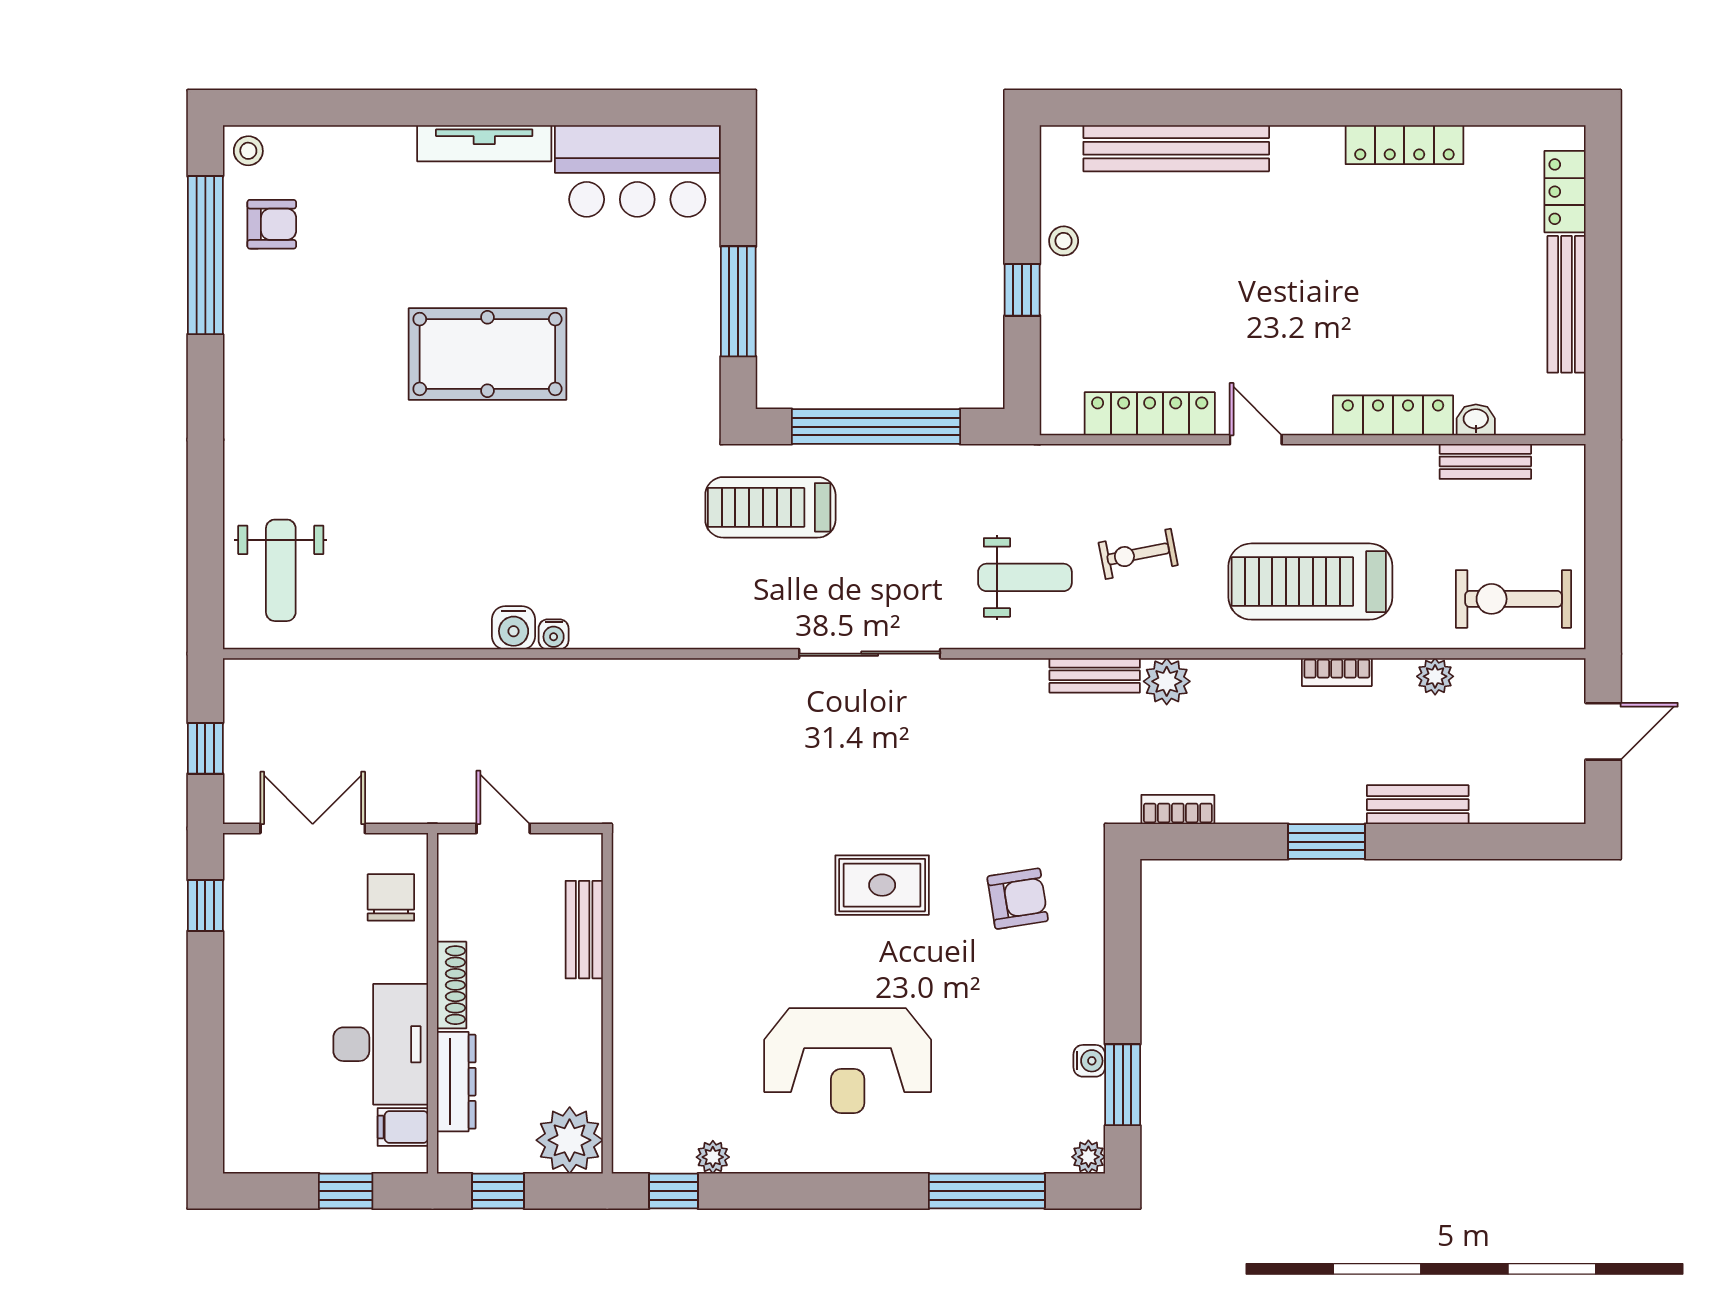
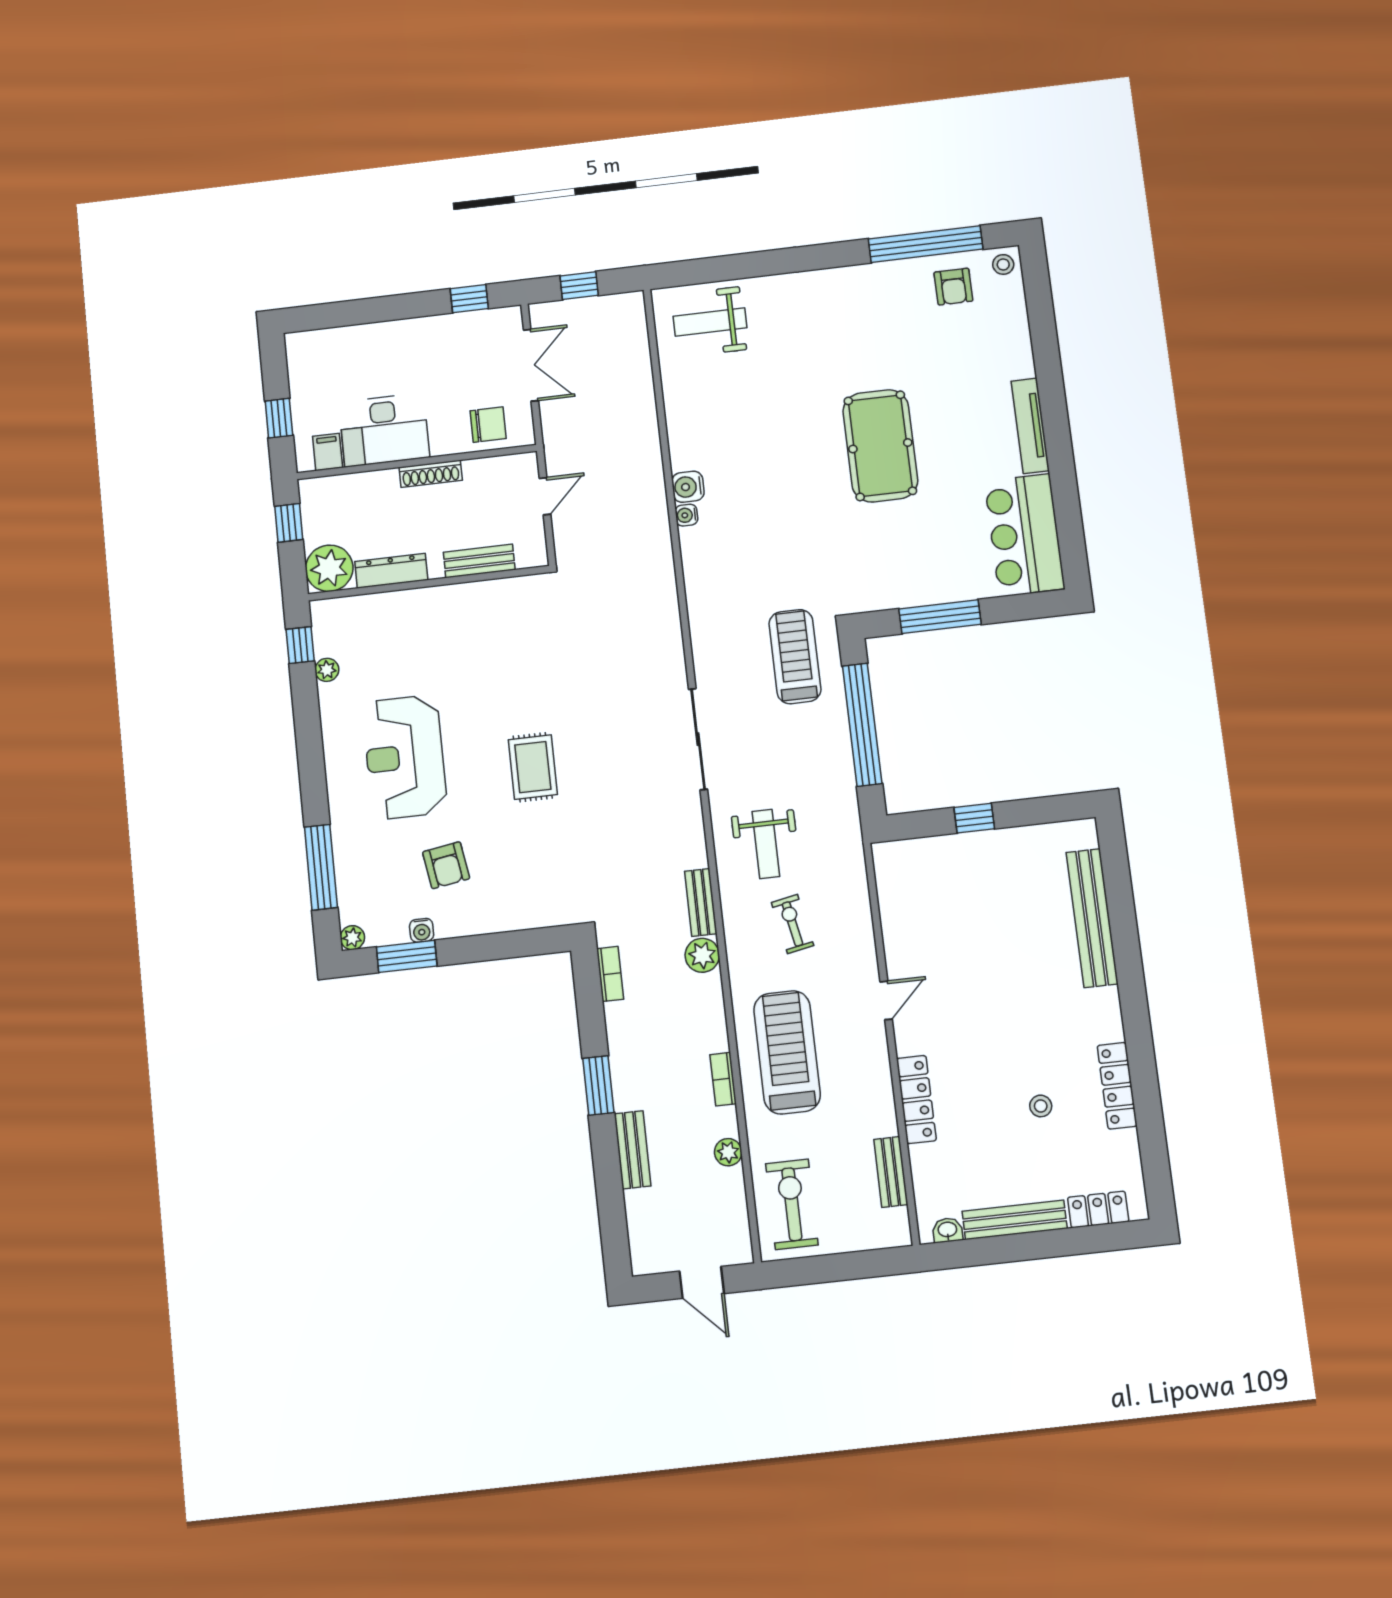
stool: (1064, 241) -> (1041, 1106), moved
locker: (1150, 414) -> (896, 921), removed
washbasin: (1476, 420) -> (947, 1230), moved, turned -90
armchair: (1018, 899) -> (446, 865), moved
dresser: (456, 1082) -> (391, 571), moved, turned 180

